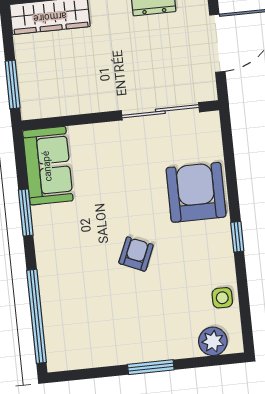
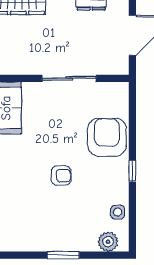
sliding door: (160, 111) -> (69, 78), moved
armchair: (136, 254) -> (61, 176), turned 67

